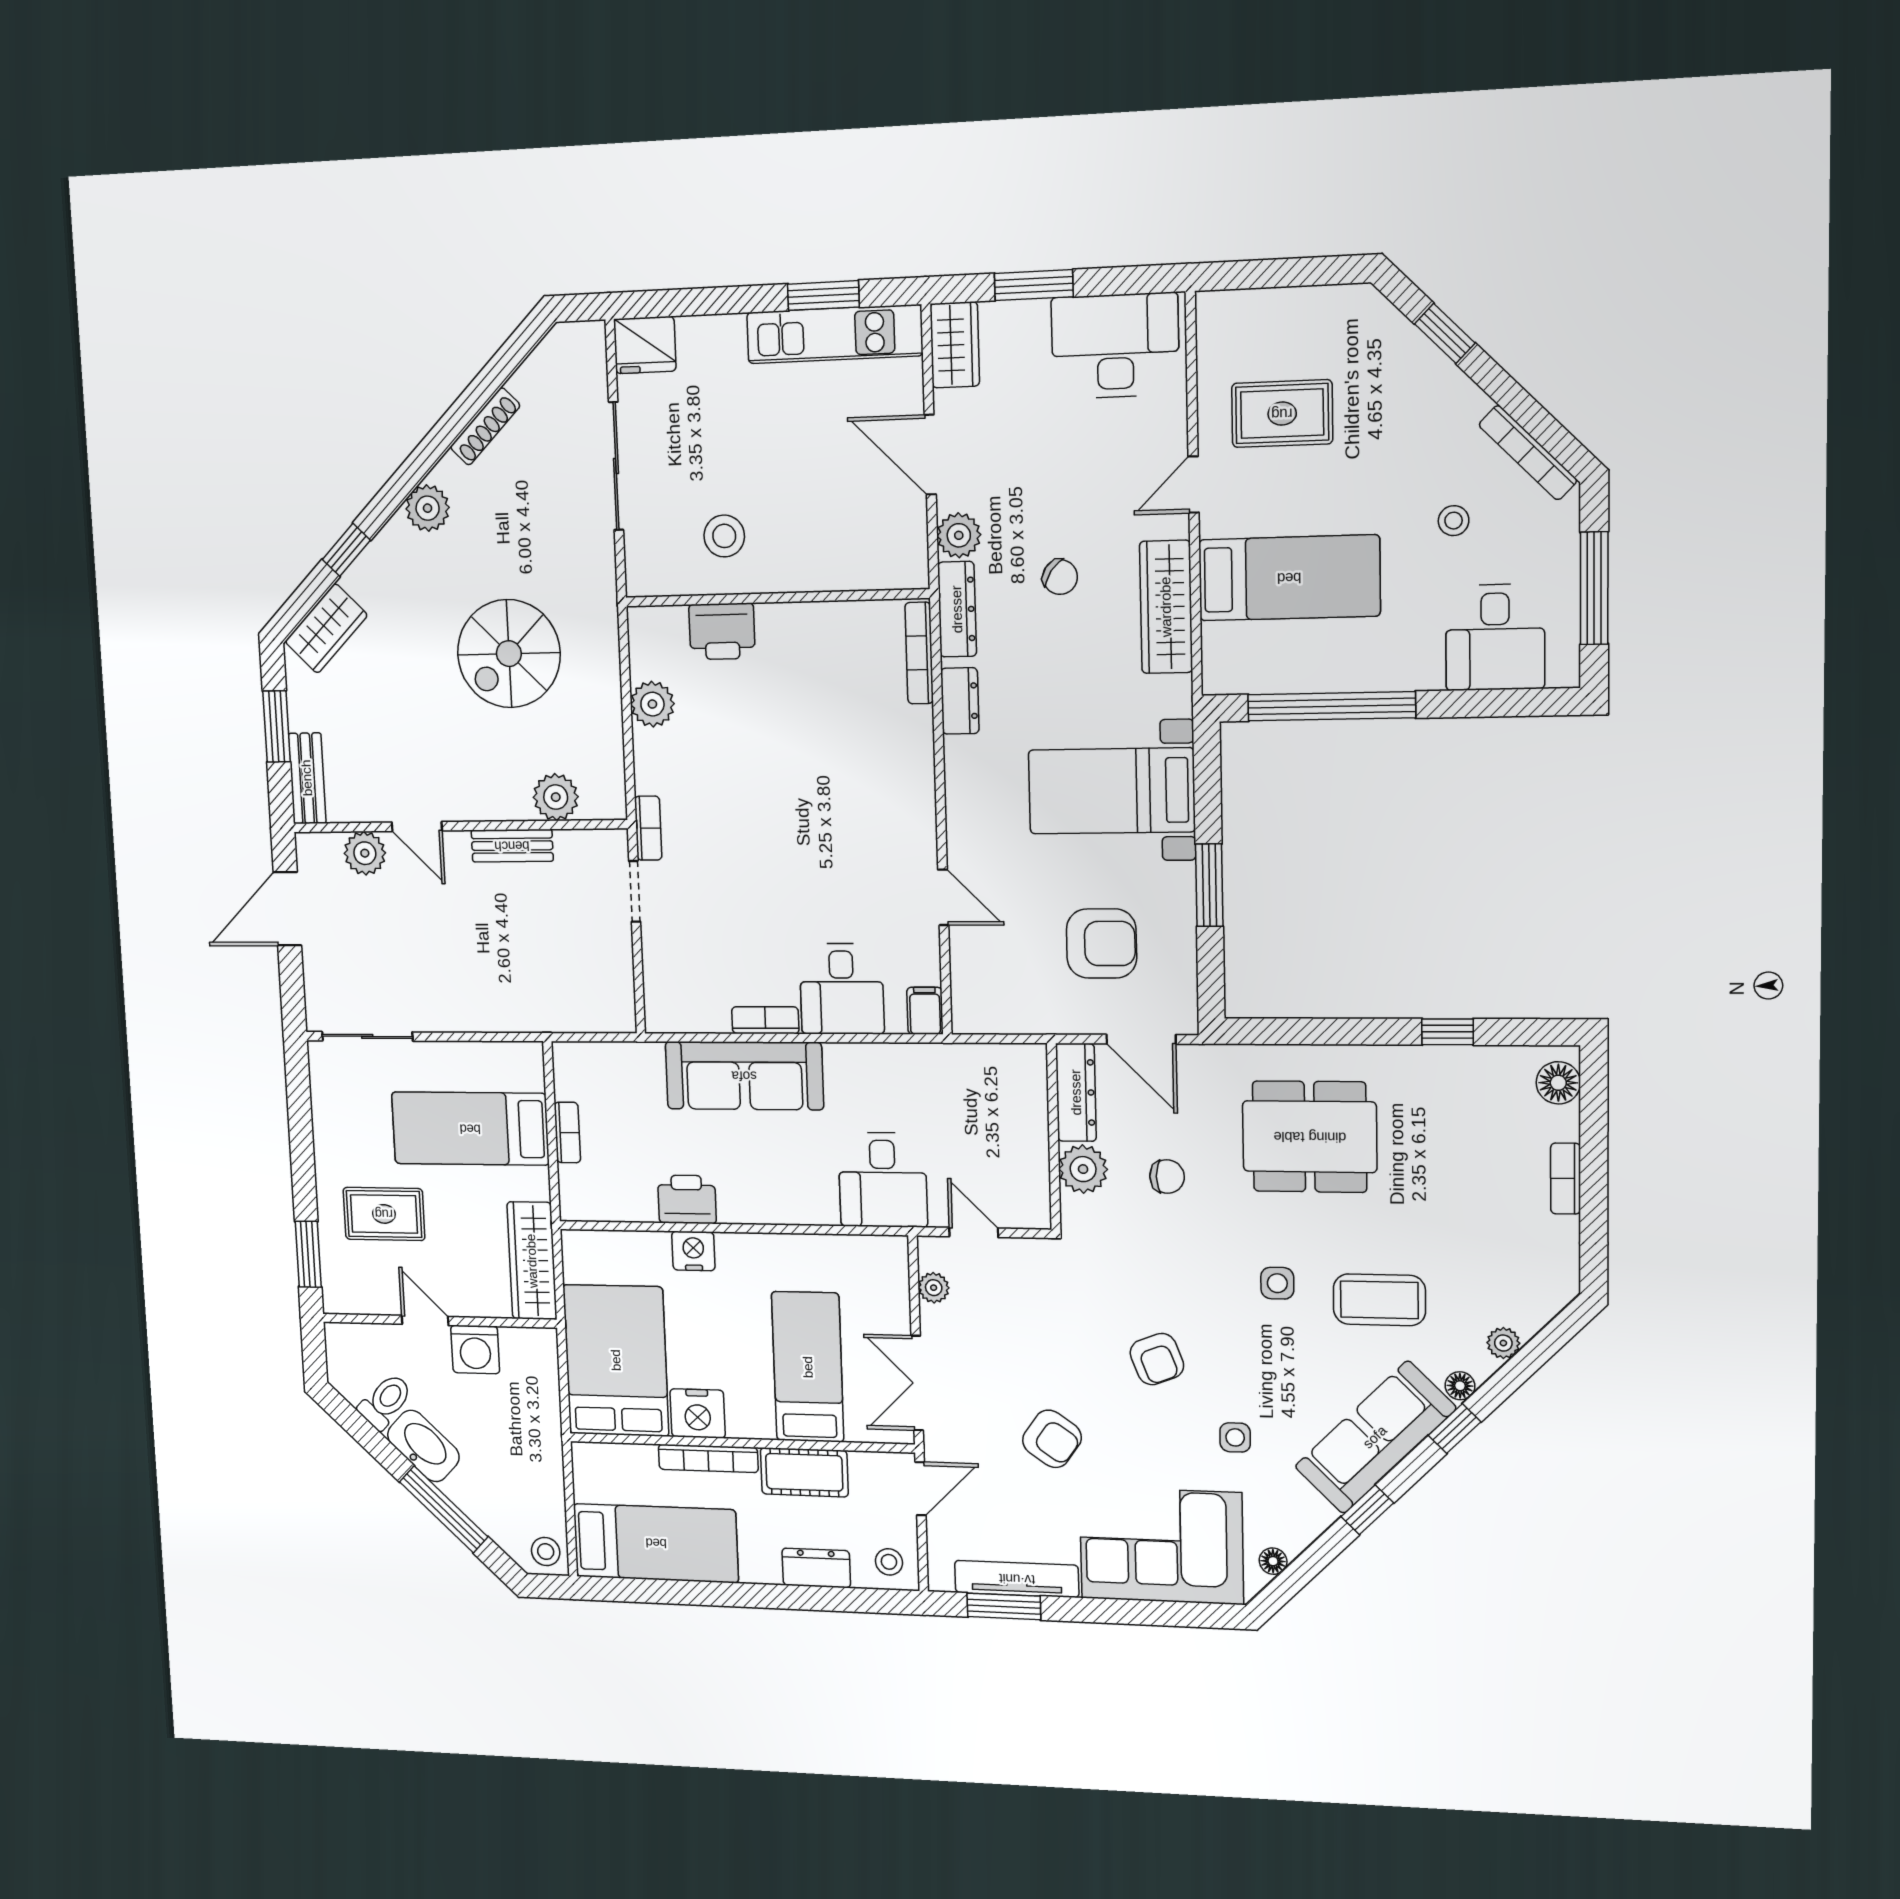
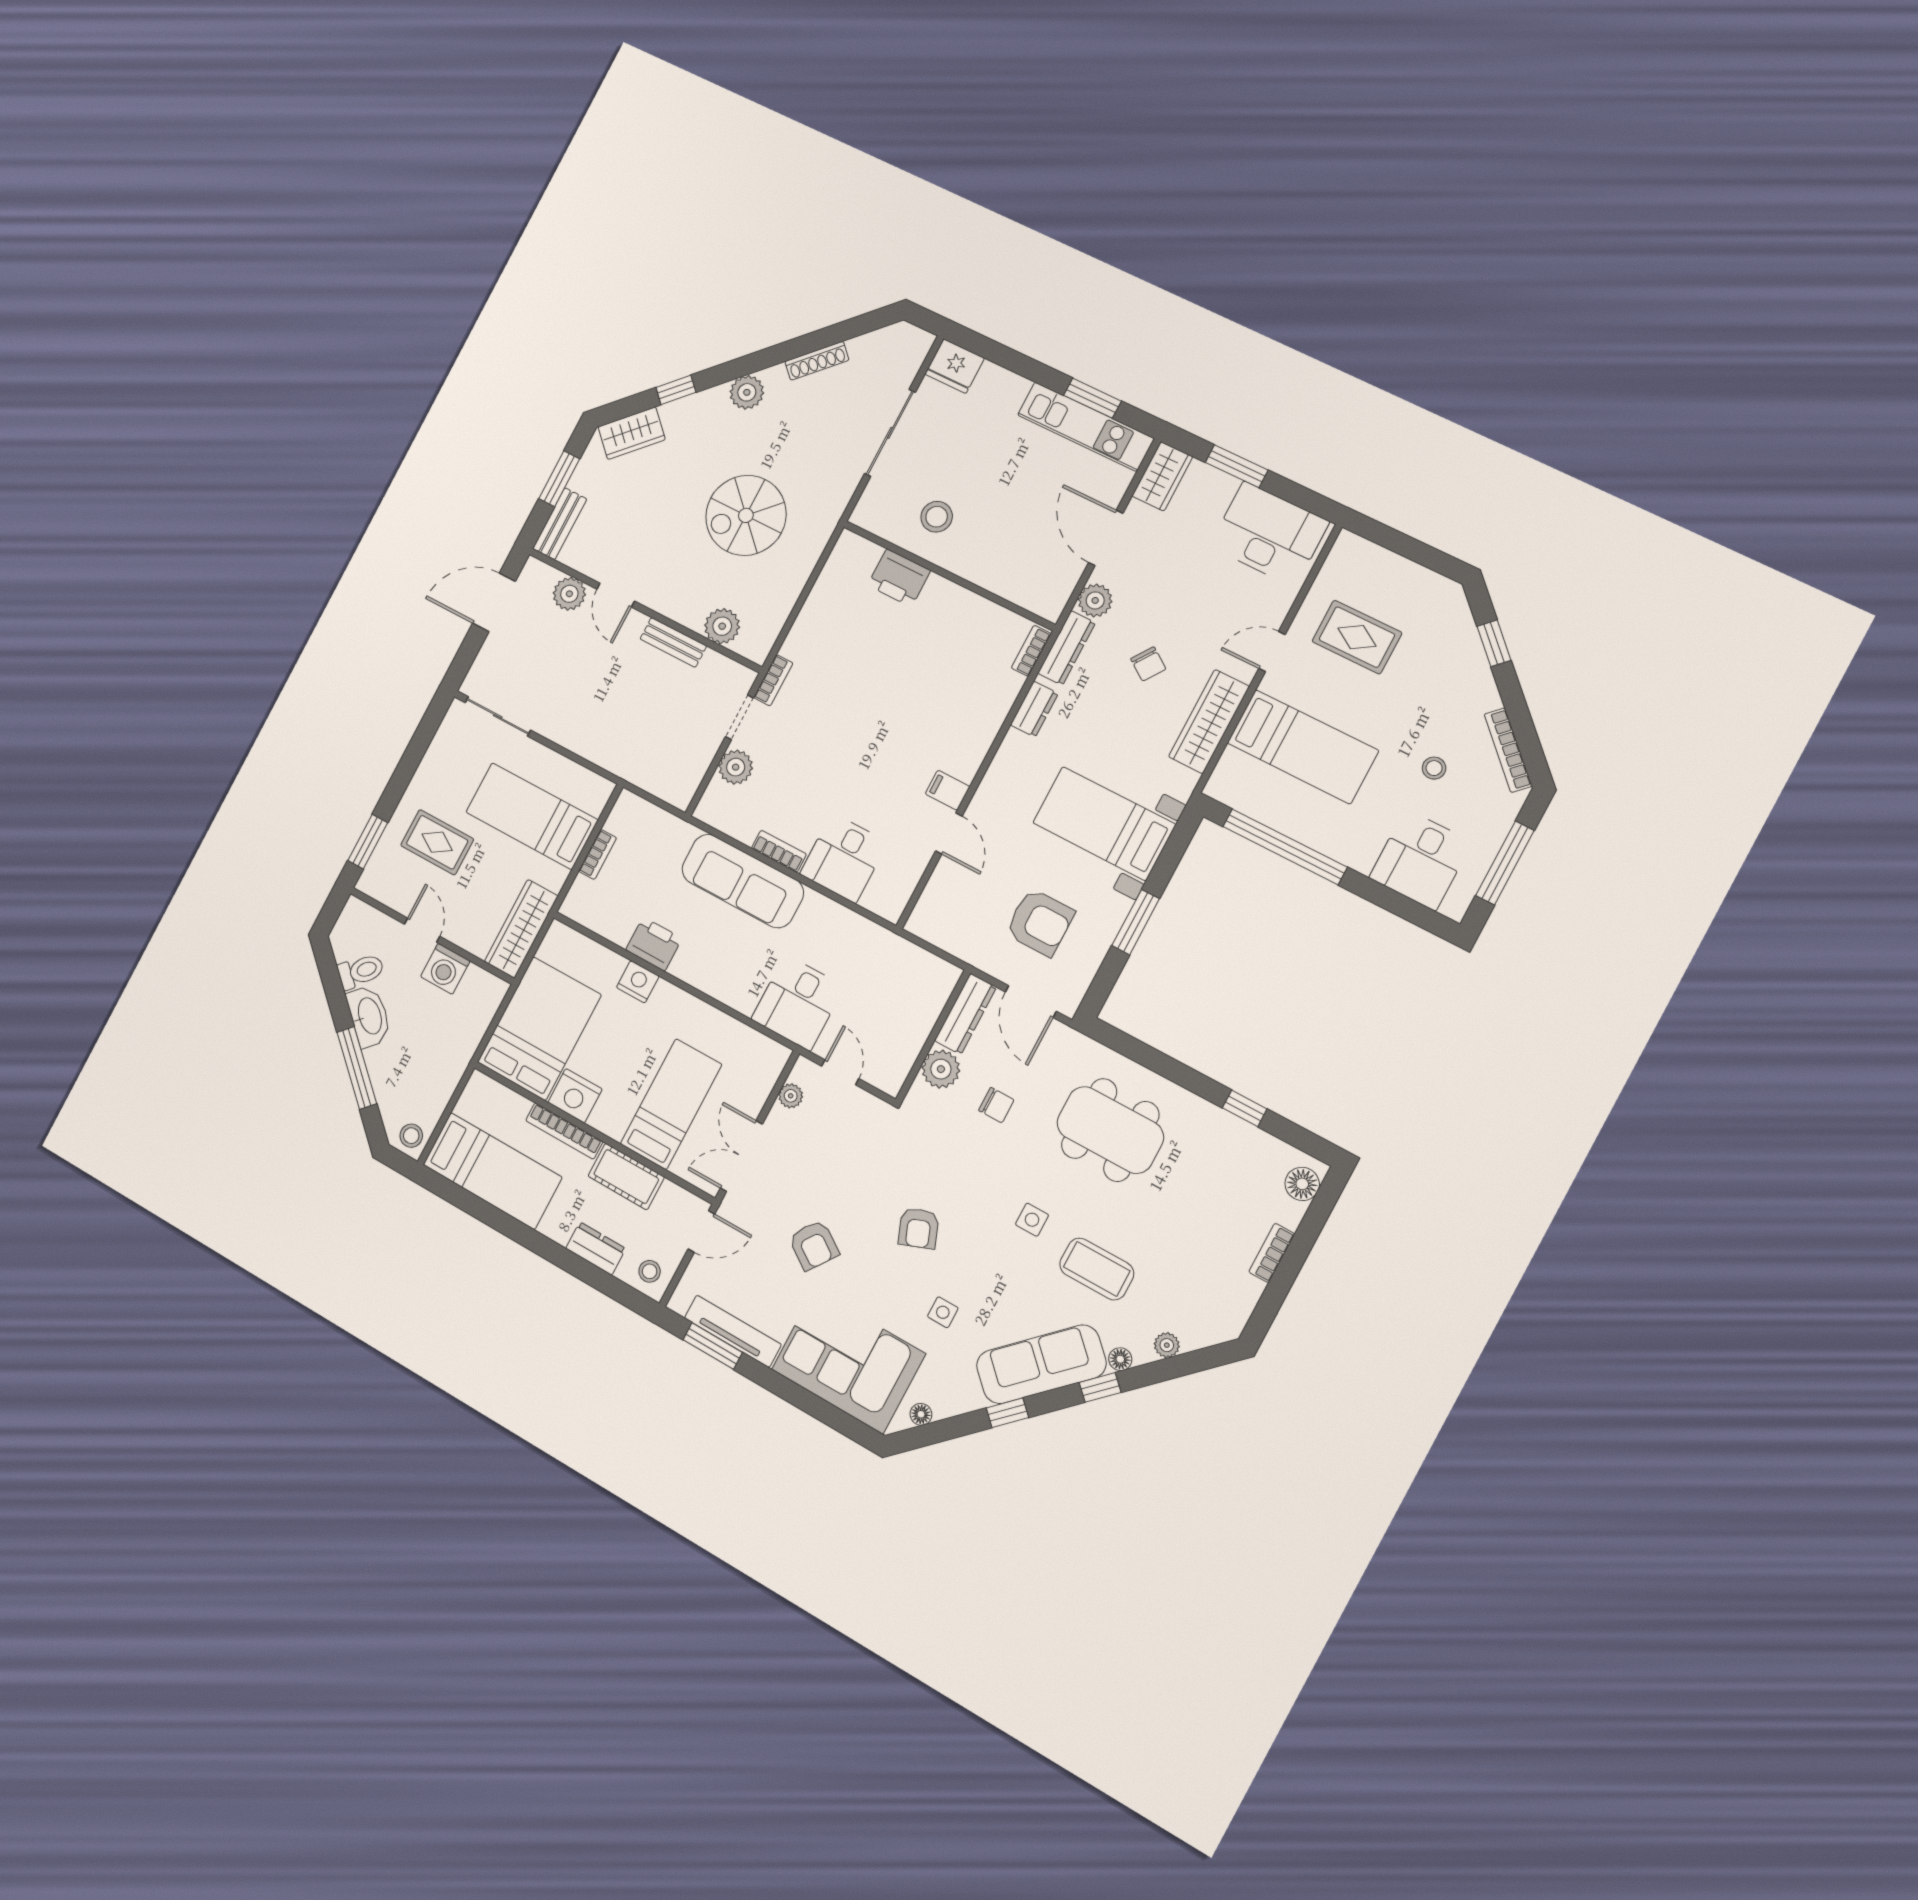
bookcase: (919, 653) -> (1031, 651), width x0.64
plant: (652, 704) -> (736, 767), moved
filing cabinet: (925, 1011) -> (948, 790), moved, turned -90

